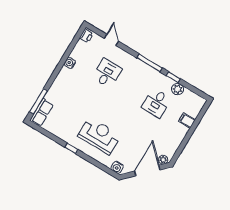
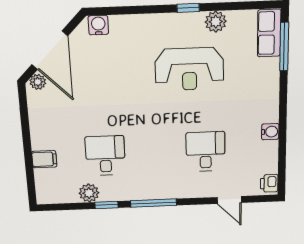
desk: (107, 73) -> (206, 152), turned 180
plant: (63, 134) -> (216, 22), added
reception desk: (99, 136) -> (189, 69), moved

